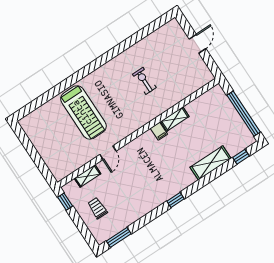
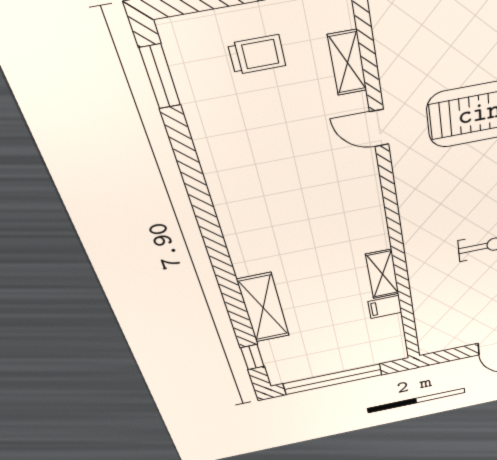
filing cabinet: (159, 131) -> (385, 307), moved
window: (175, 200) -> (209, 226), removed

